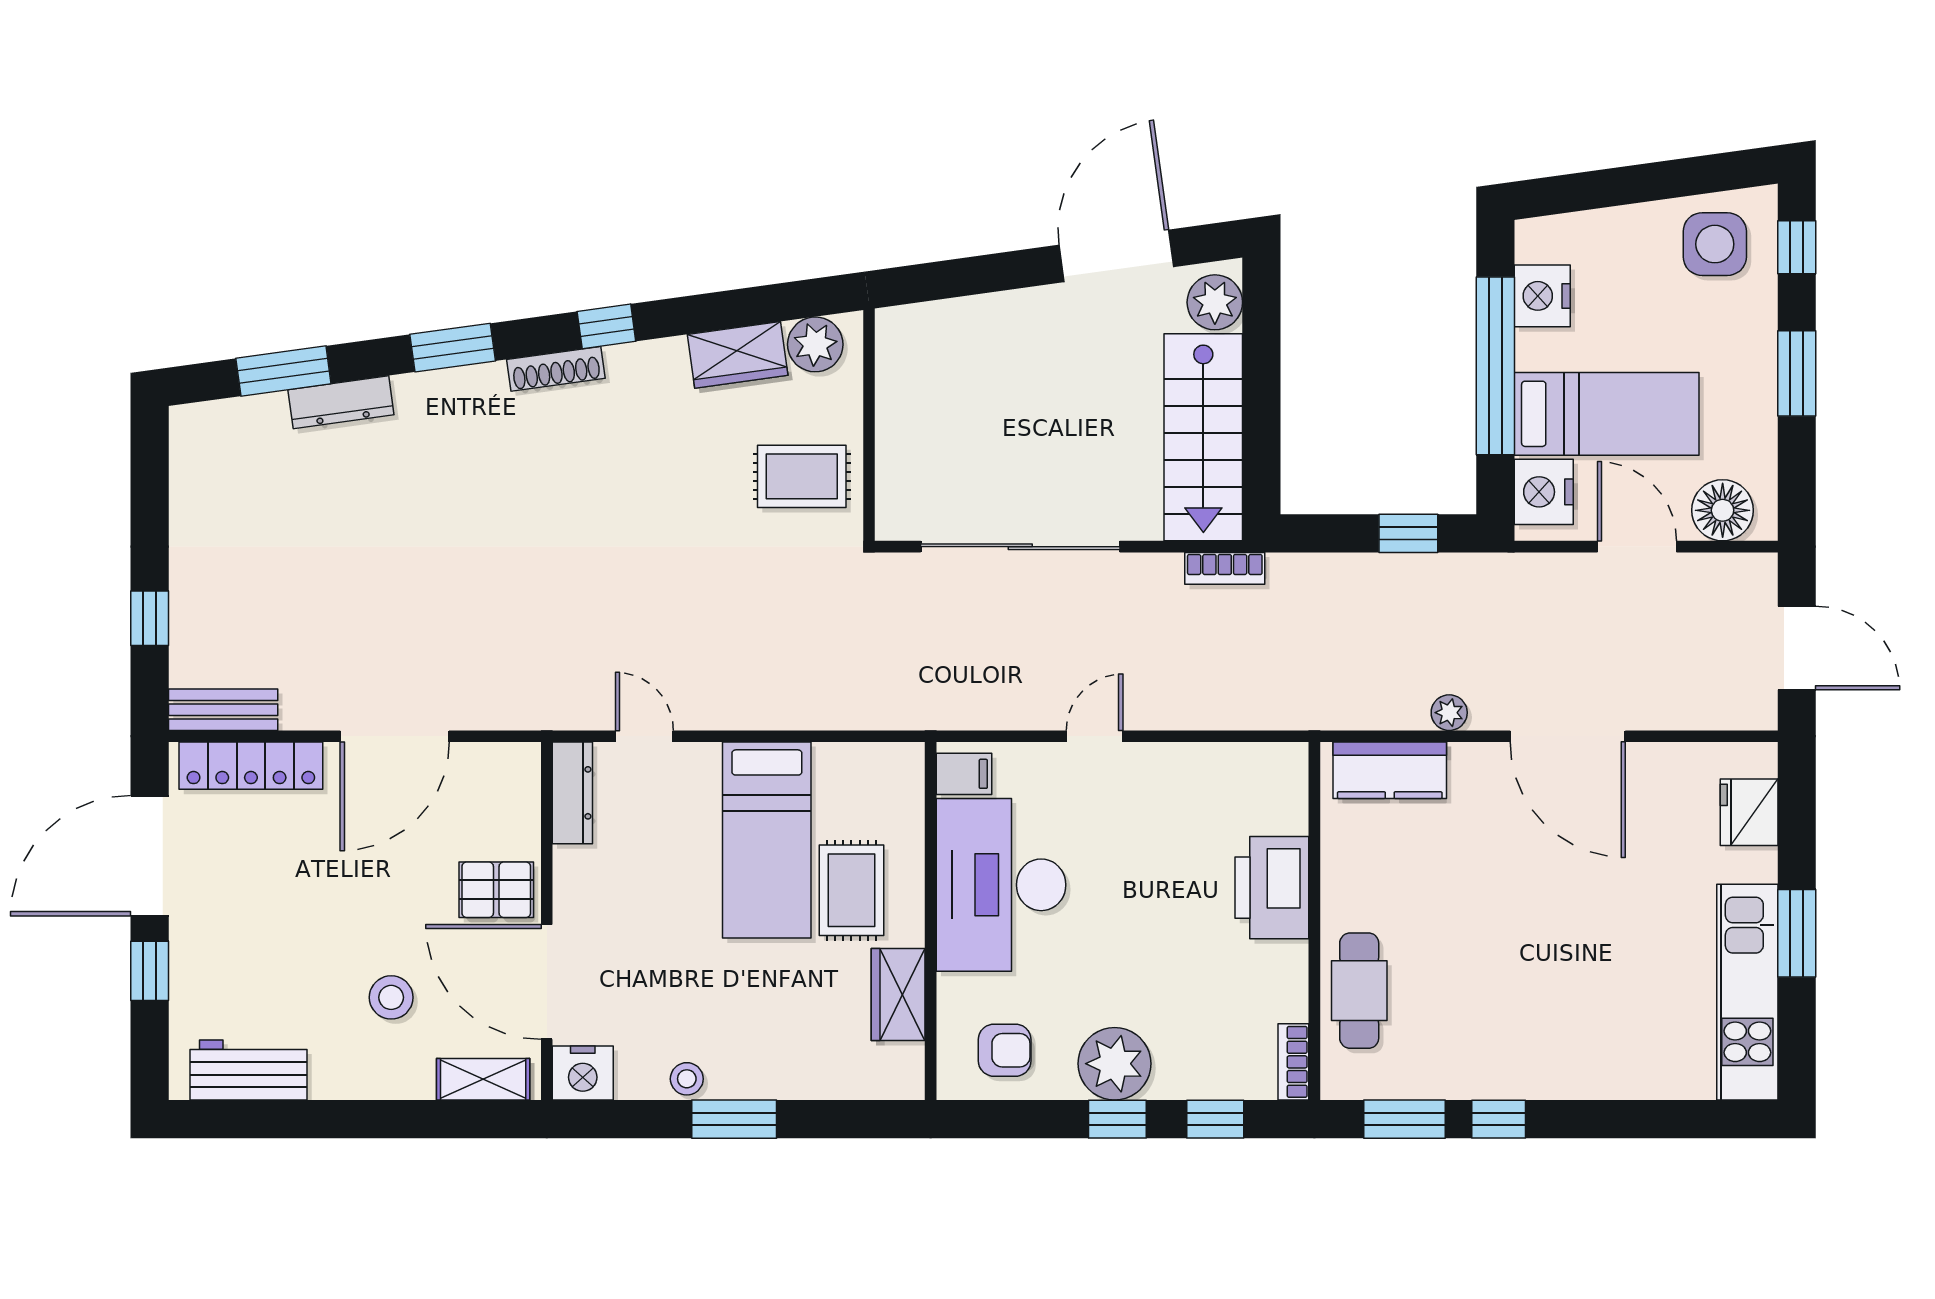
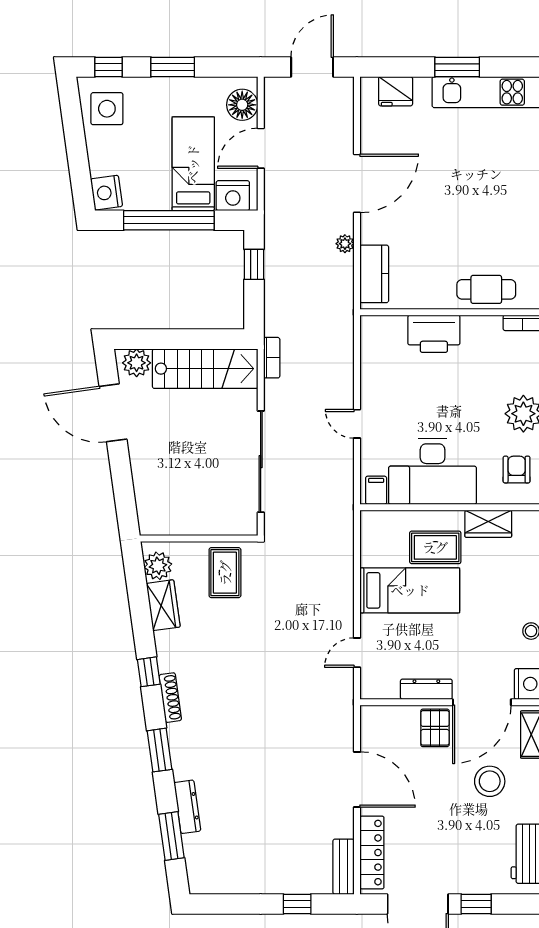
nightstand: (1542, 296) -> (106, 193), moved, turned 82
dresser: (572, 793) -> (426, 689), moved
stool: (391, 997) -> (490, 781), width x1.38, depth x1.38

